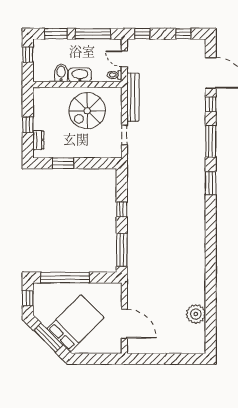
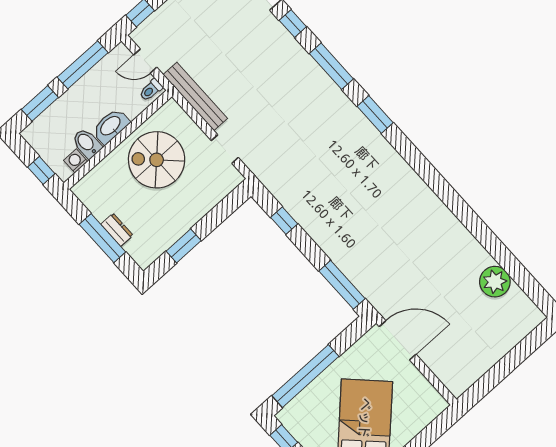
window: (28, 55) -> (41, 170), moved
washing machine: (48, 76) -> (76, 161), added
spiral stairs: (87, 111) -> (157, 160), turned 90
window: (28, 125) -> (102, 238), width x2.17
dresser: (38, 140) -> (117, 230), moved
window: (122, 210) -> (284, 221), moved
door: (124, 324) -> (398, 340), moved

